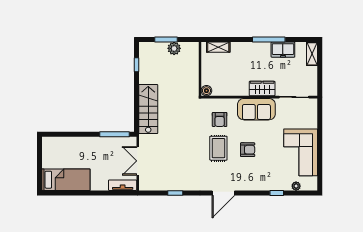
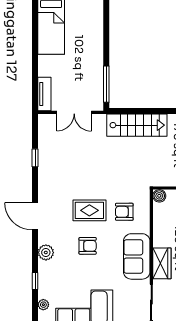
armchair: (248, 150) -> (88, 246), turned -90
double door: (138, 161) -> (74, 112), swing flipped
plant: (253, 184) -> (46, 252), added

